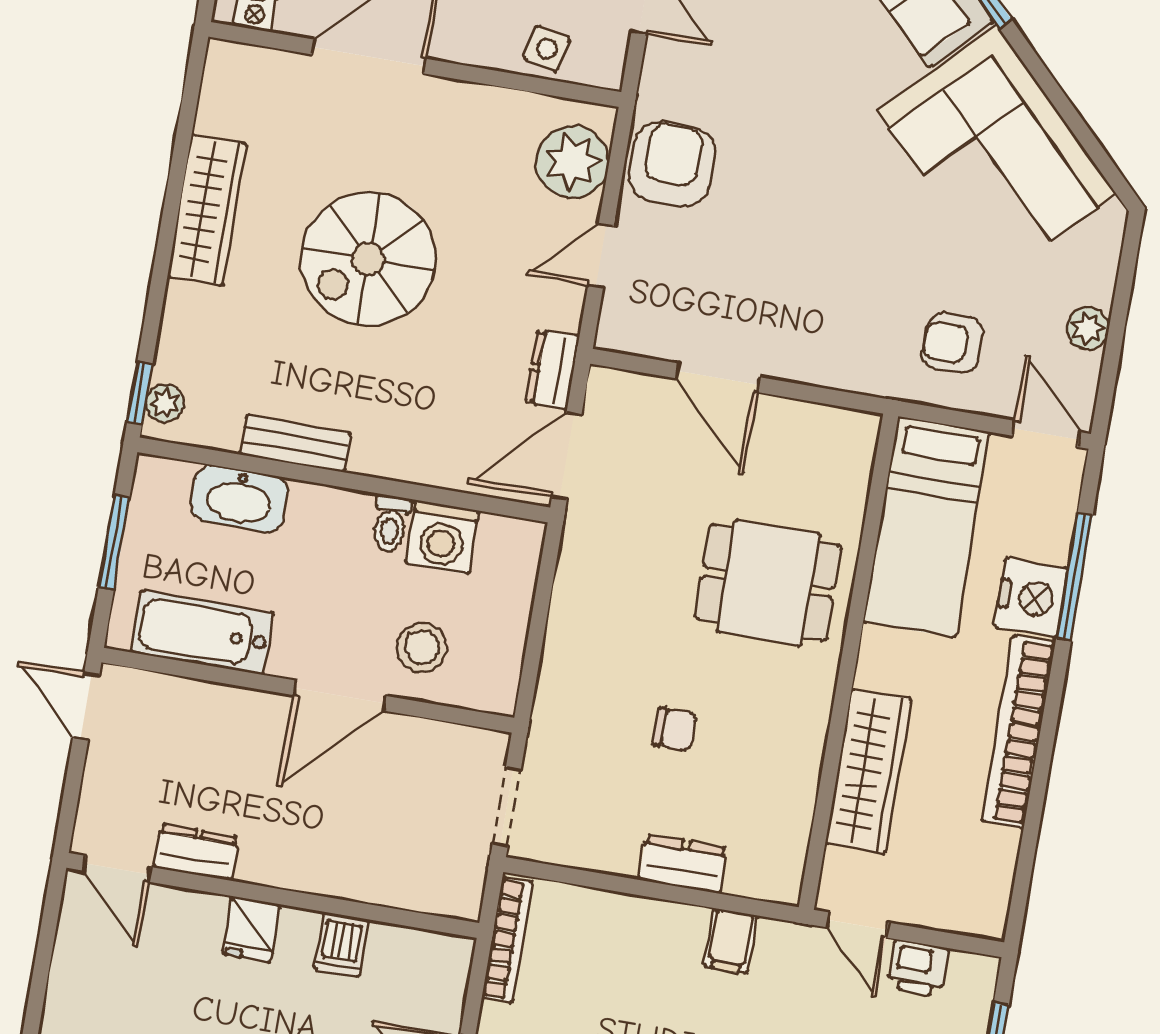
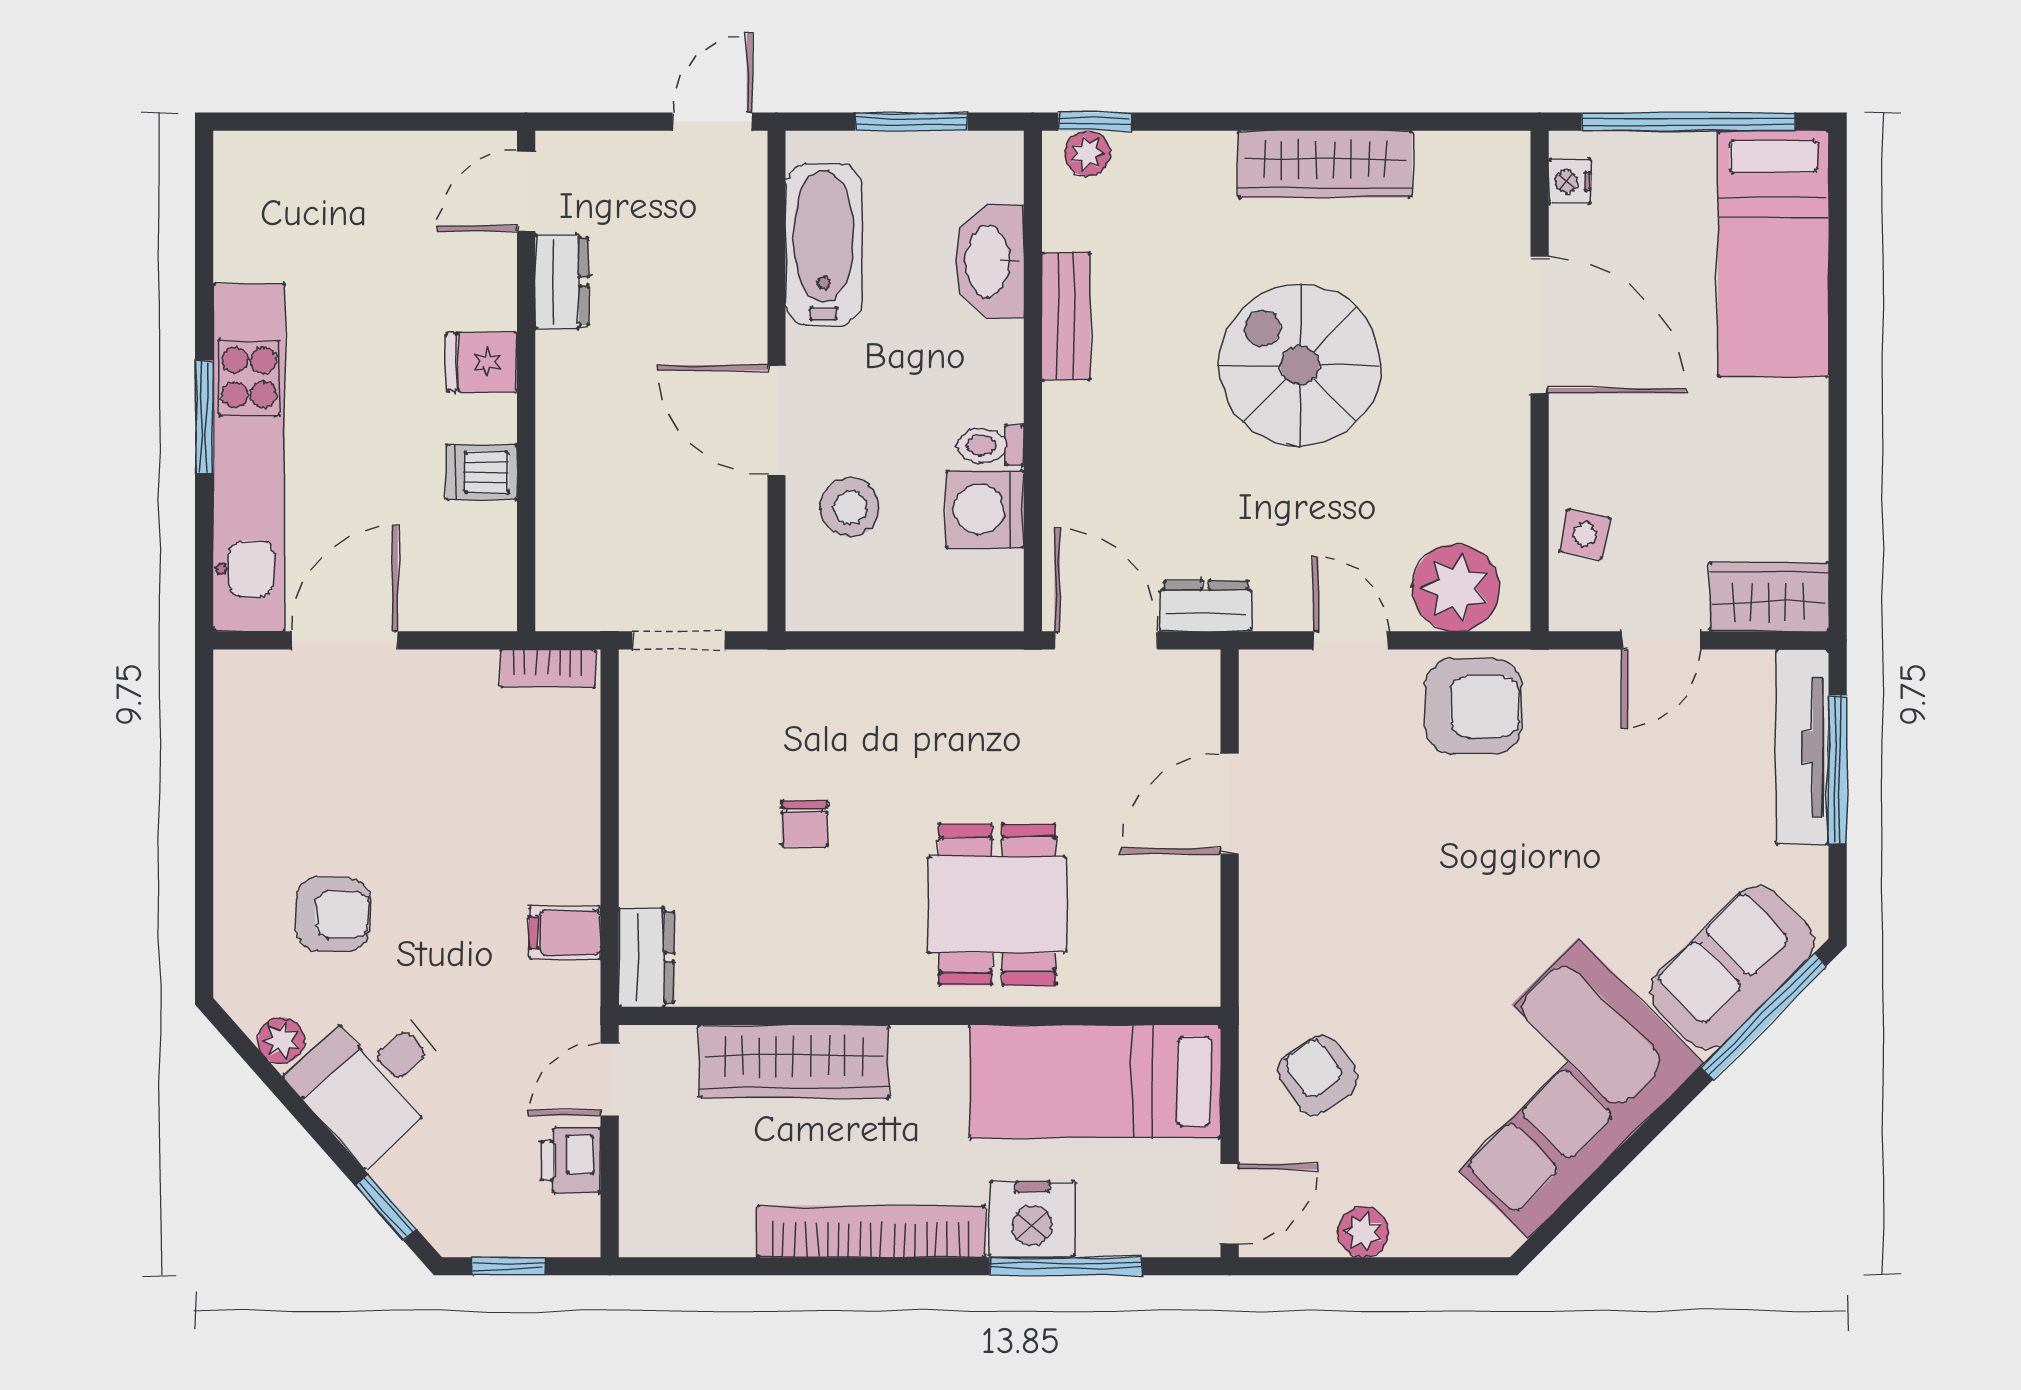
armchair: (953, 343) -> (1318, 1075), turned -35
dresser: (683, 864) -> (646, 957), moved
bookcase: (508, 940) -> (548, 668), width x0.64

